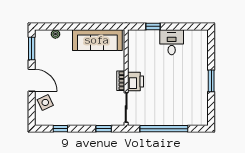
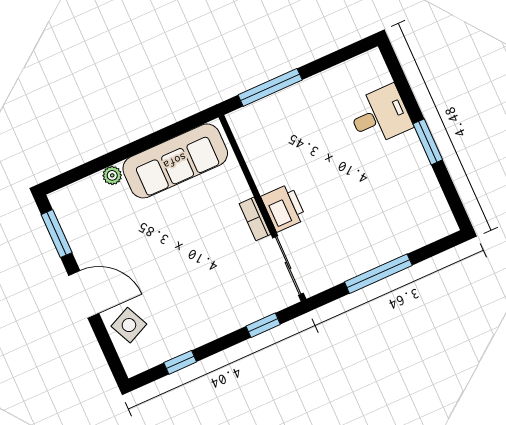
window: (153, 26) -> (270, 87), width x2.17
plant: (55, 34) -> (112, 175), moved
desk: (172, 42) -> (380, 116), moved, turned 90
window: (164, 129) -> (378, 274), width x0.68

